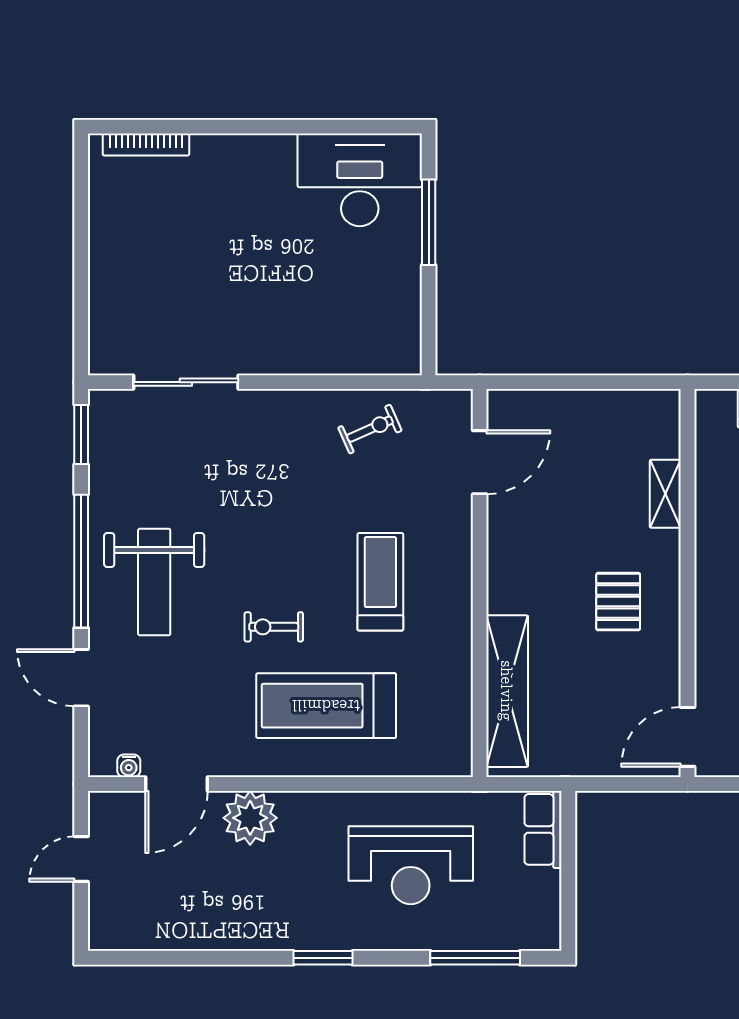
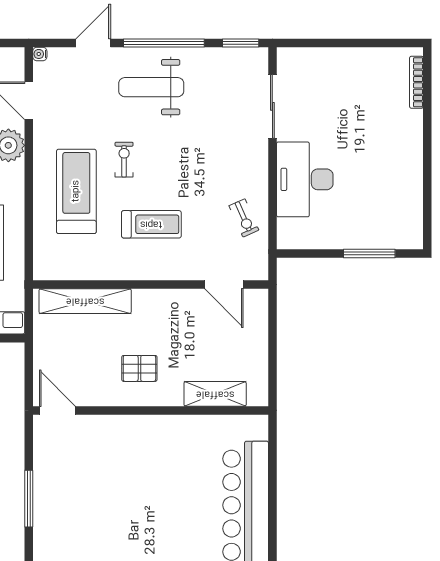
desk: (360, 180) -> (305, 179), moved, turned 180
shelving: (665, 494) -> (215, 394), width x1.50, depth x1.33
water cooler: (129, 766) -> (40, 54), moved

